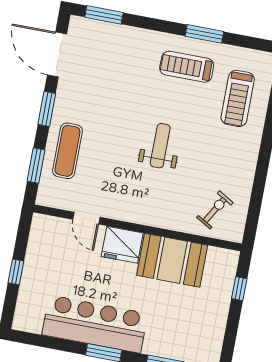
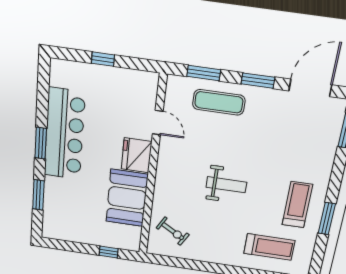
treadmill: (238, 98) -> (269, 247), turned 180
door: (86, 218) -> (158, 122), swing flipped

